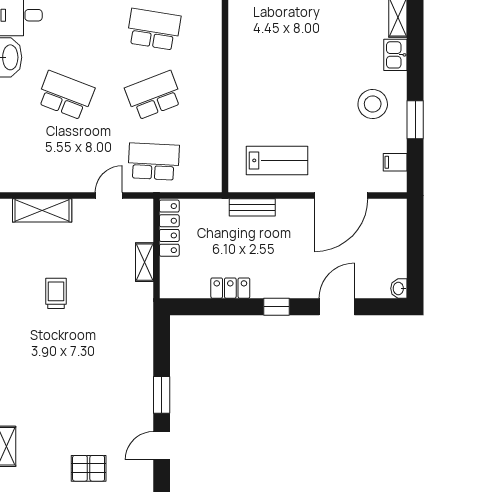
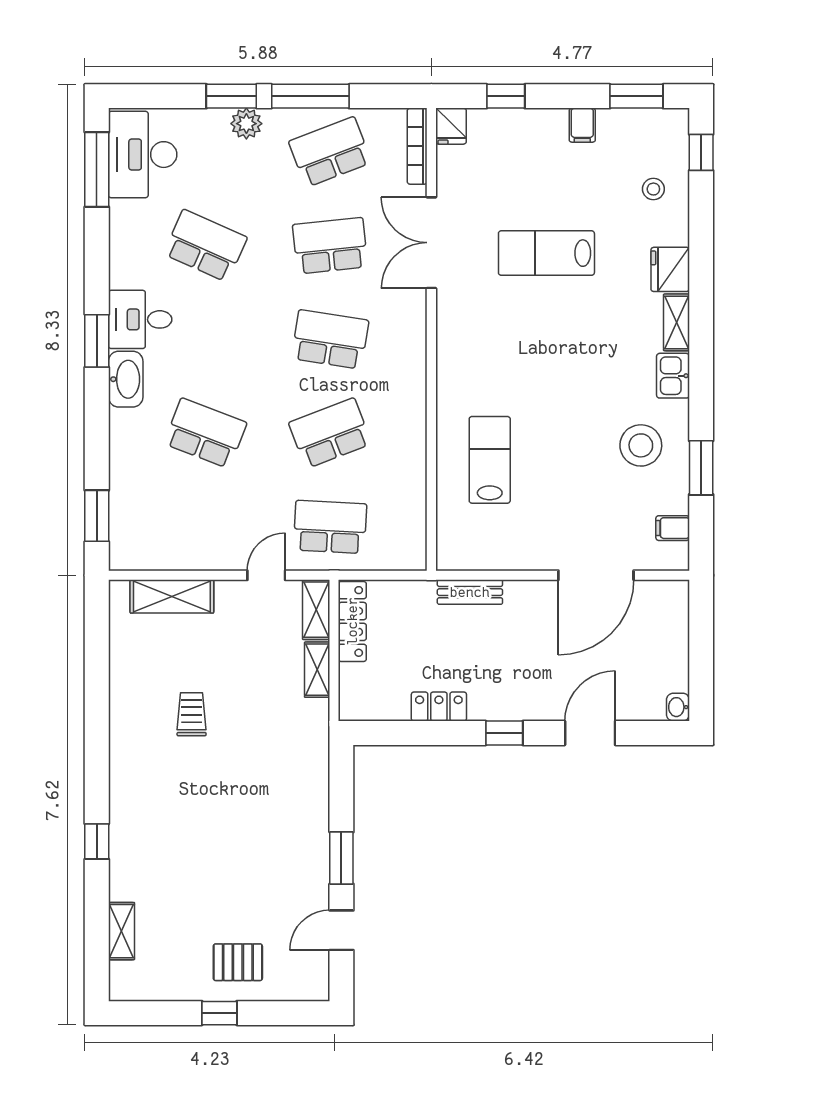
lab bench: (277, 160) -> (490, 460), moved, turned -90
shelving: (144, 220) -> (316, 610), added

